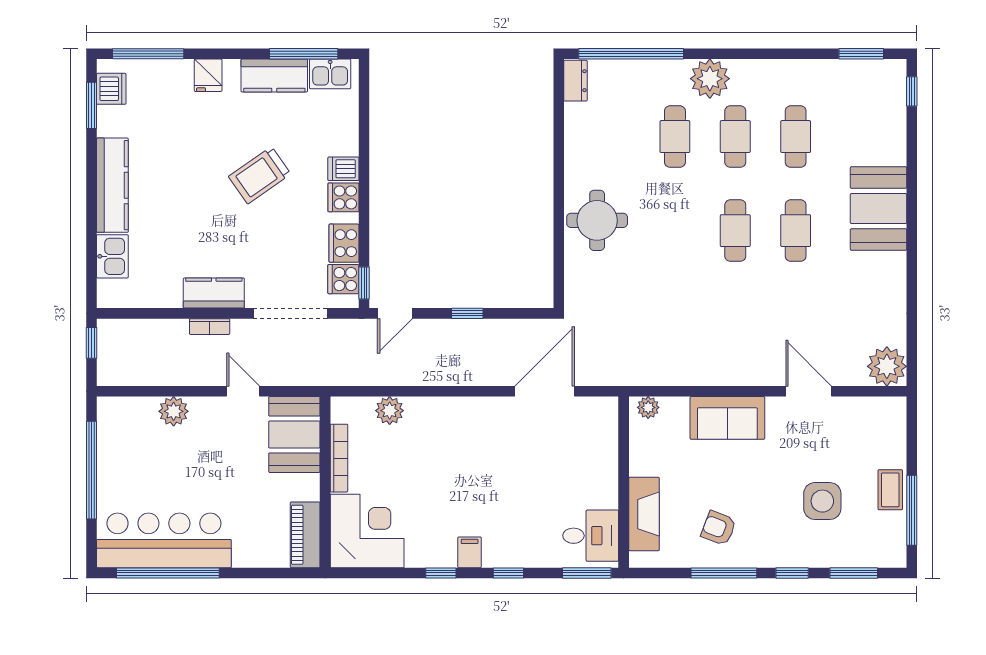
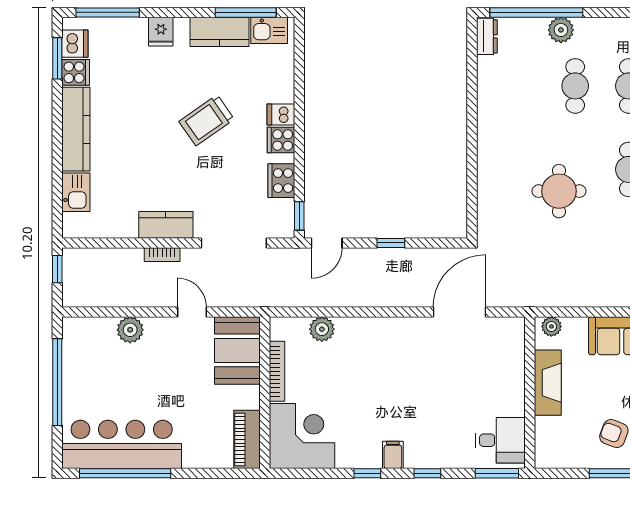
plant: (710, 79) -> (561, 30), moved, width x0.73, depth x0.73
round table: (597, 220) -> (559, 191), moved
cooker: (343, 279) -> (76, 72), moved, turned 180
fireplace: (644, 514) -> (548, 383), moved

